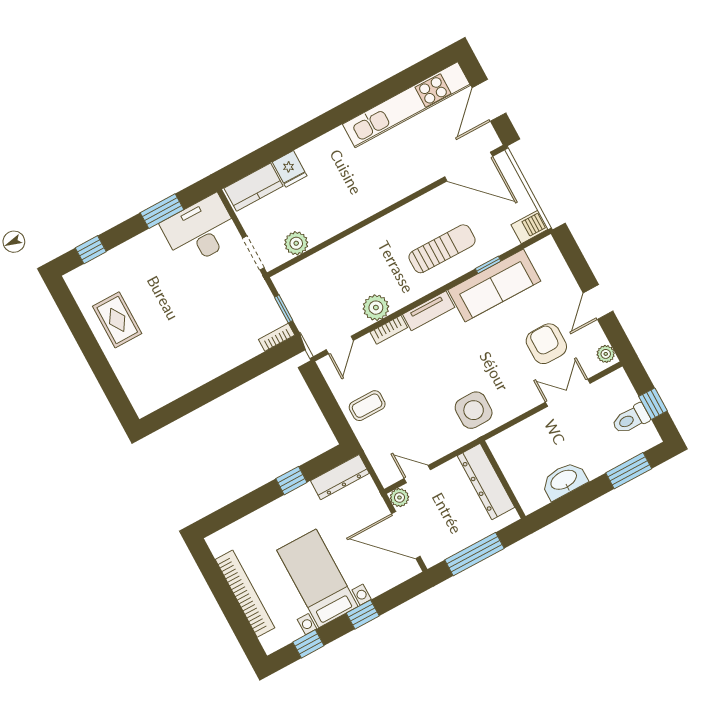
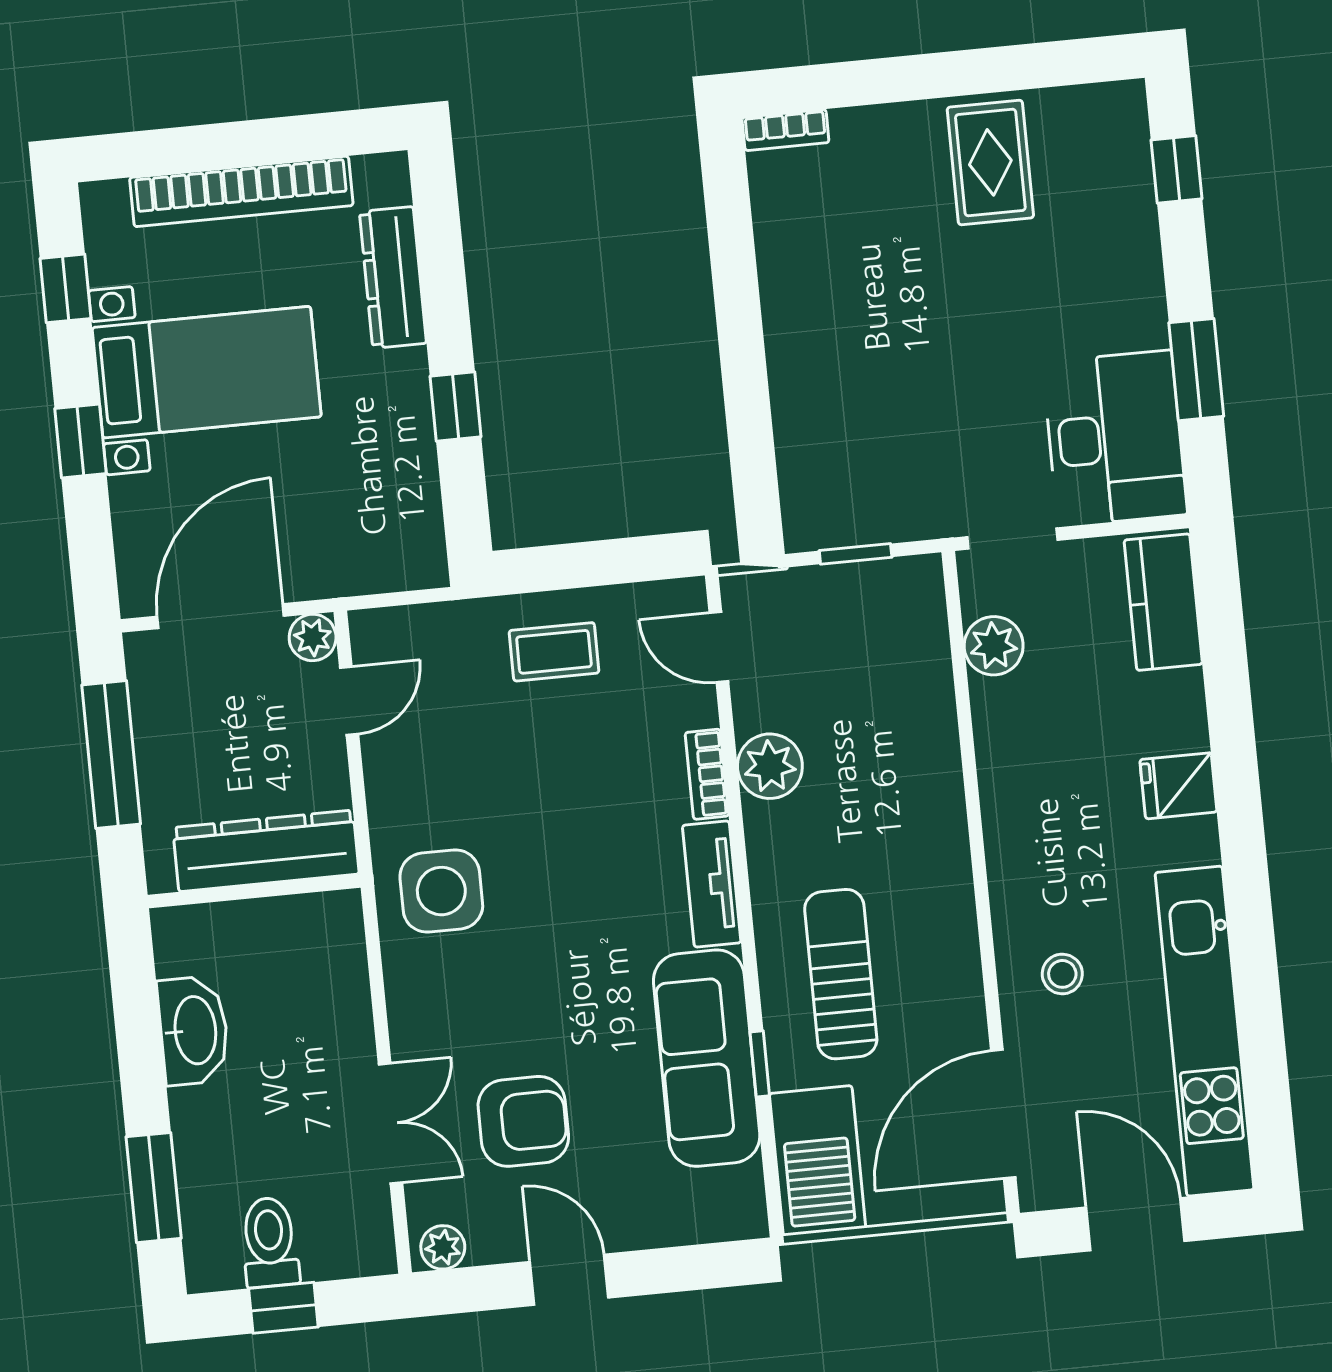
stool: (407, 167) -> (1062, 974), added
fridge: (290, 169) -> (1178, 786), moved
barbecue: (530, 227) -> (818, 1161), width x1.88, depth x1.53
sun lounger: (442, 249) -> (841, 974), turned 180
rug: (117, 320) -> (990, 162), turned 90
bookcase: (277, 337) -> (785, 130), moved, turned 90
coffee table: (367, 406) -> (554, 652), turned 90
dresser: (340, 477) -> (393, 277), moved

